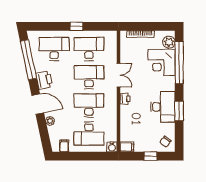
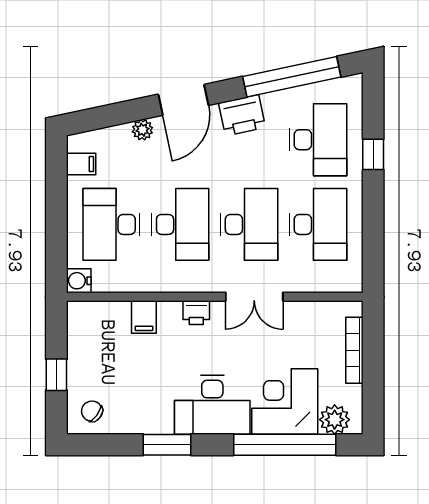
window: (77, 26) -> (373, 154), moved
desk: (163, 107) -> (212, 405), moved
filing cabinet: (127, 147) -> (144, 317), moved

